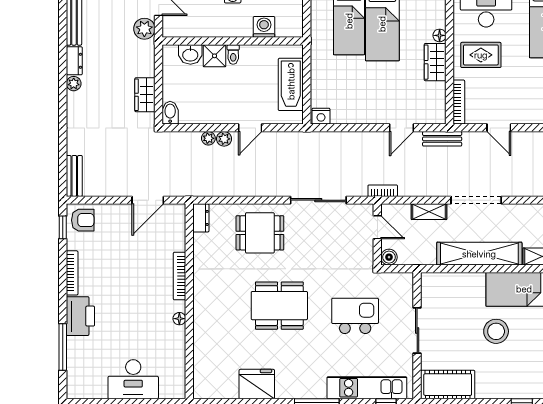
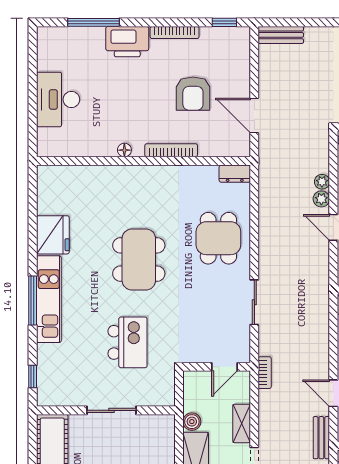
sliding door: (318, 200) -> (254, 302), width x0.73
armchair: (83, 220) -> (193, 94), moved, width x1.38, depth x1.38
boiler: (389, 257) -> (192, 422), moved
kitchen unit: (367, 388) -> (49, 299), moved

